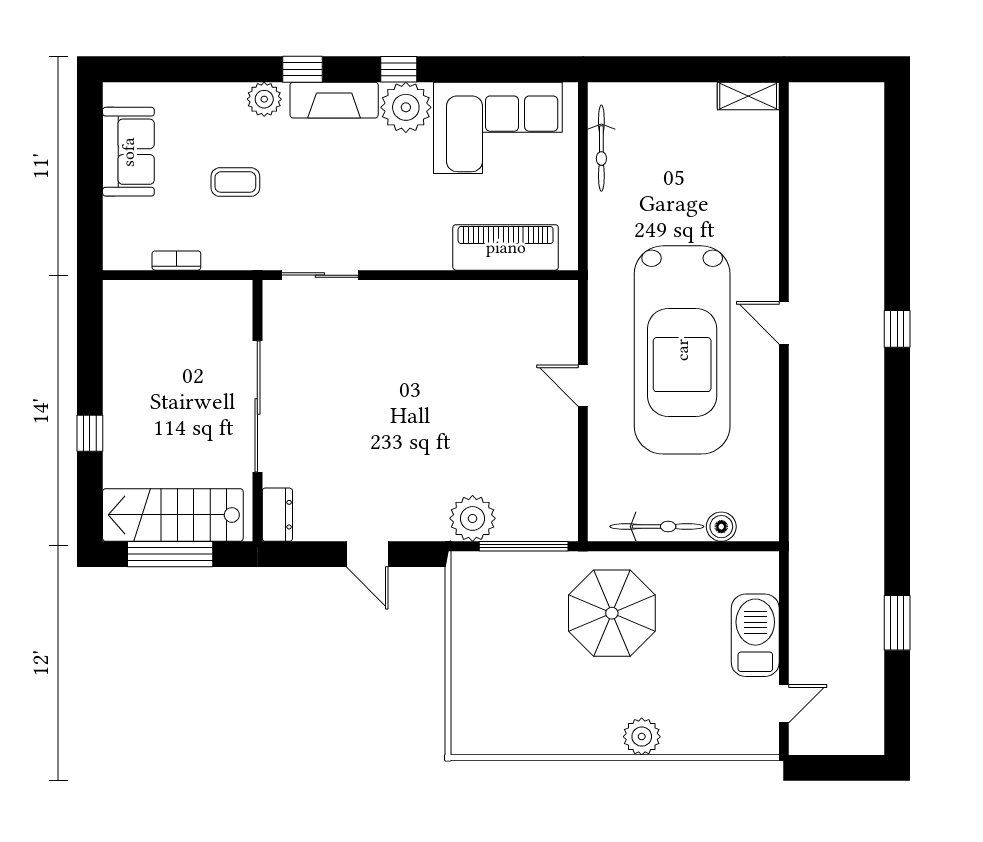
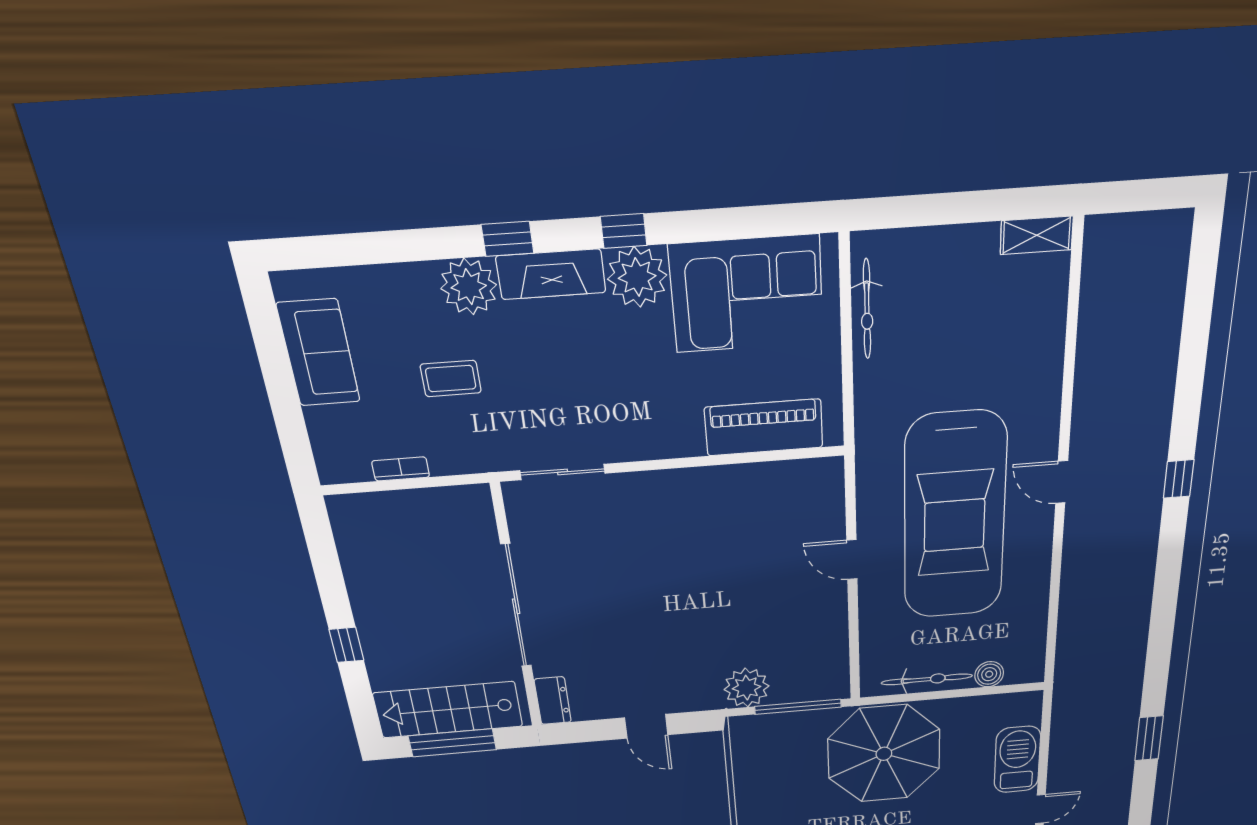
plant: (264, 99) -> (469, 287), width x1.36, depth x1.36
parasol: (612, 613) -> (884, 754), width x1.36, depth x1.36

